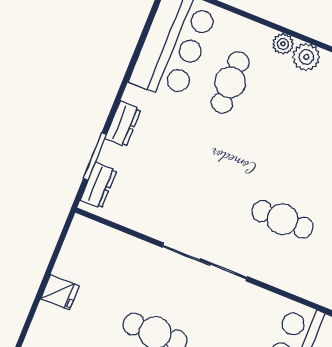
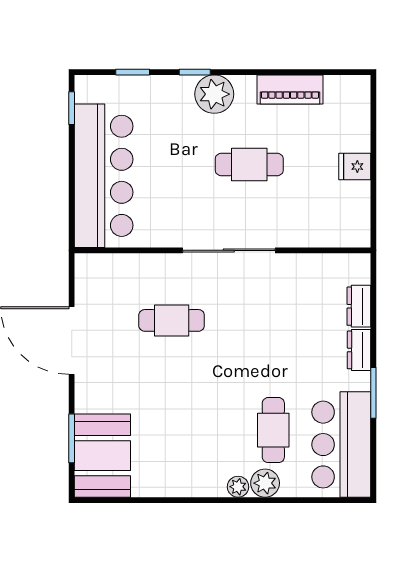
plant: (306, 57) -> (265, 483), moved
window: (95, 156) -> (373, 393), moved
dresser: (99, 185) -> (359, 306), moved

